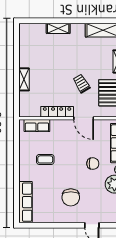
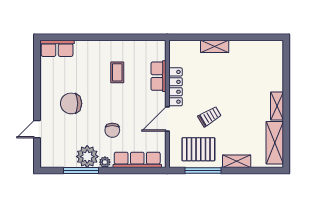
shelving: (58, 28) -> (277, 106), moved
row of seats: (37, 126) -> (159, 76), moved
row of seats: (26, 202) -> (57, 48), width x0.68

